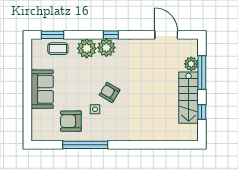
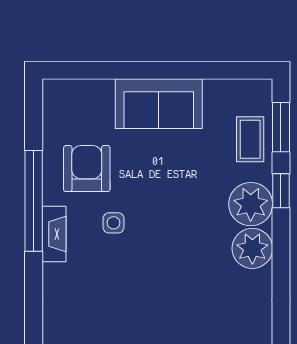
window: (111, 35) -> (281, 191), moved
armchair: (110, 92) -> (152, 256), removed
fireplace: (100, 136) -> (54, 234), added

